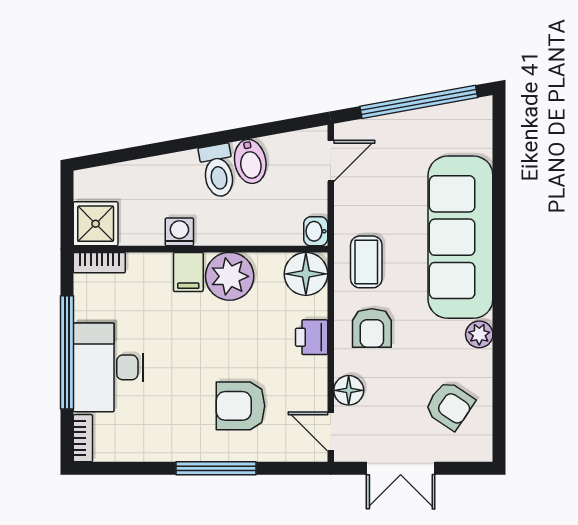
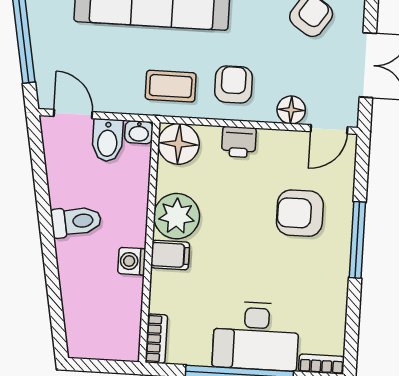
bidet: (250, 161) -> (107, 140), moved, turned 100
shower: (96, 224) -> (119, 340), removed
armchair: (372, 328) -> (234, 85), turned -90
armchair: (241, 406) -> (300, 213), turned 90

